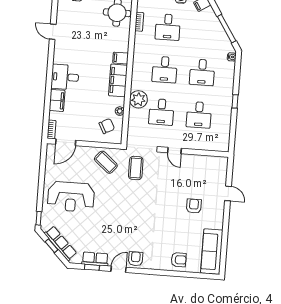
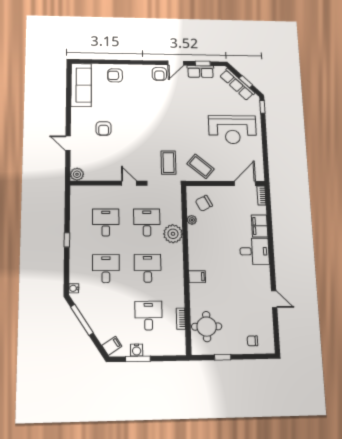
filing cabinet: (118, 80) -> (197, 252), removed
plant: (222, 163) -> (77, 174), added
reception desk: (71, 197) -> (232, 130), turned 180

